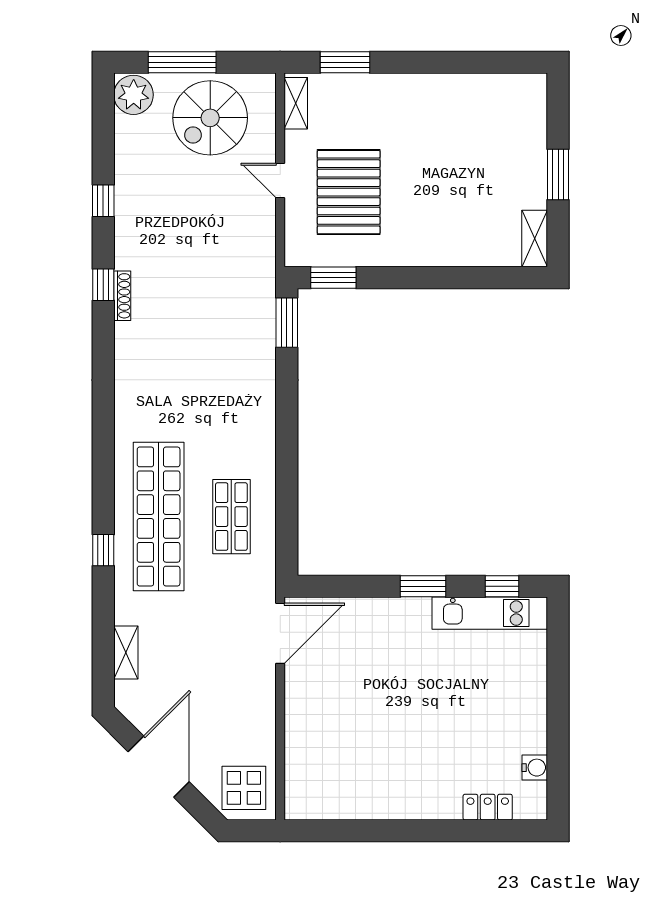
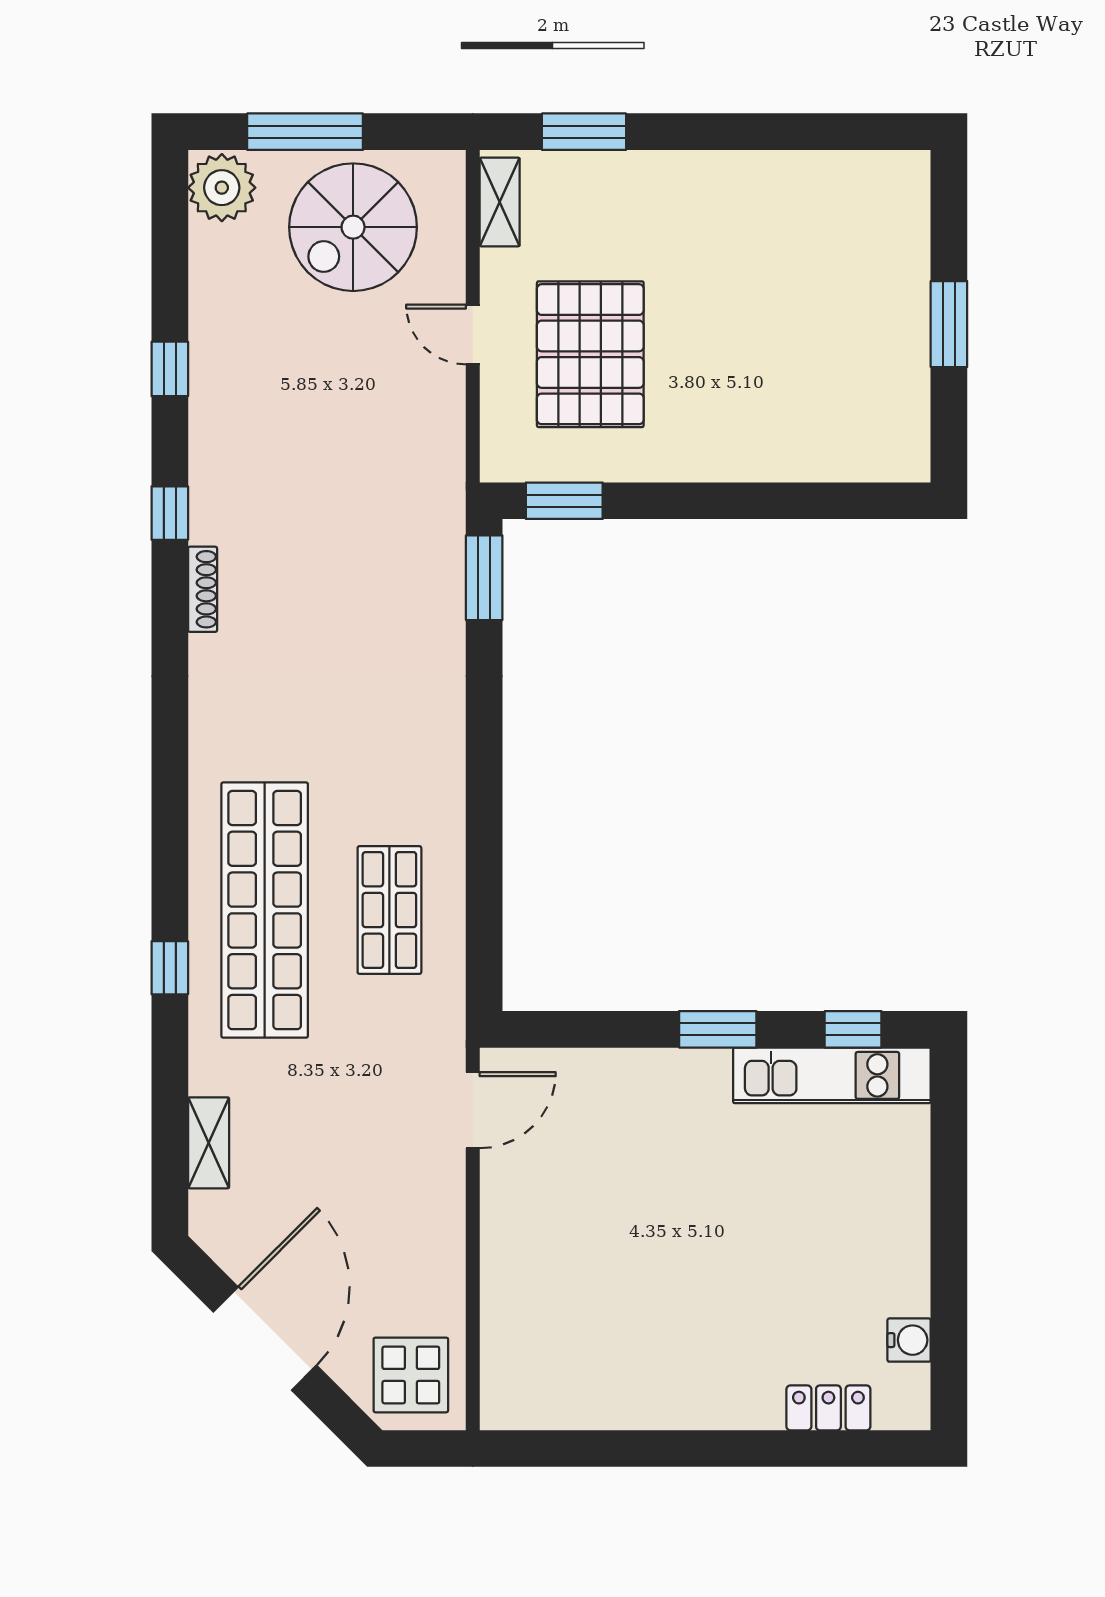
shelving: (535, 239) -> (909, 434), removed
shoe rack: (122, 296) -> (203, 589), moved
door: (280, 633) -> (473, 1110), width x0.73

